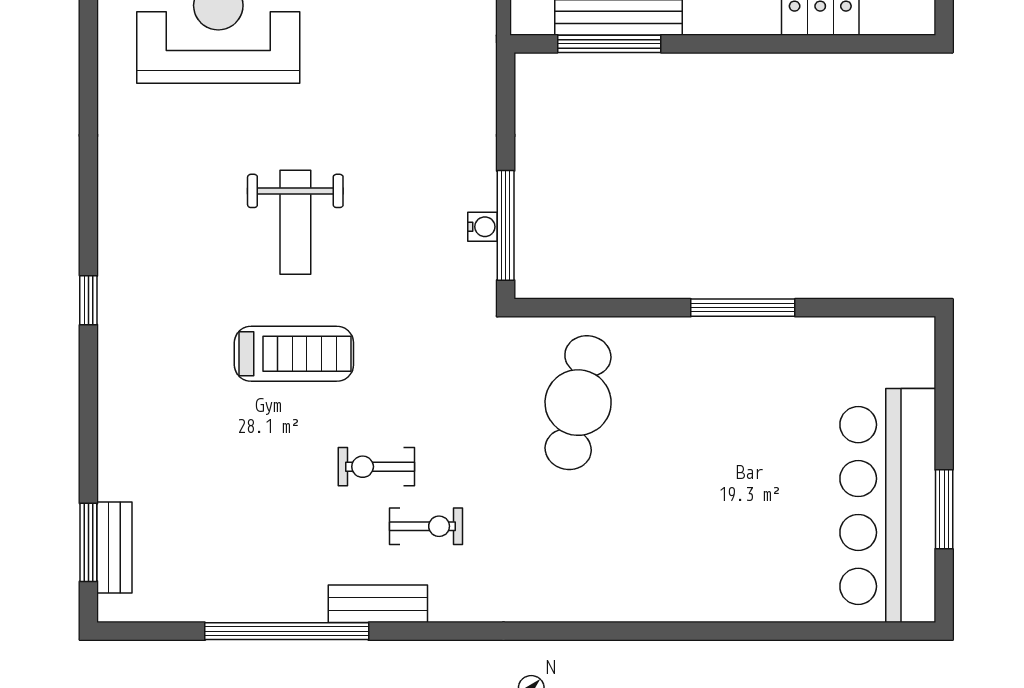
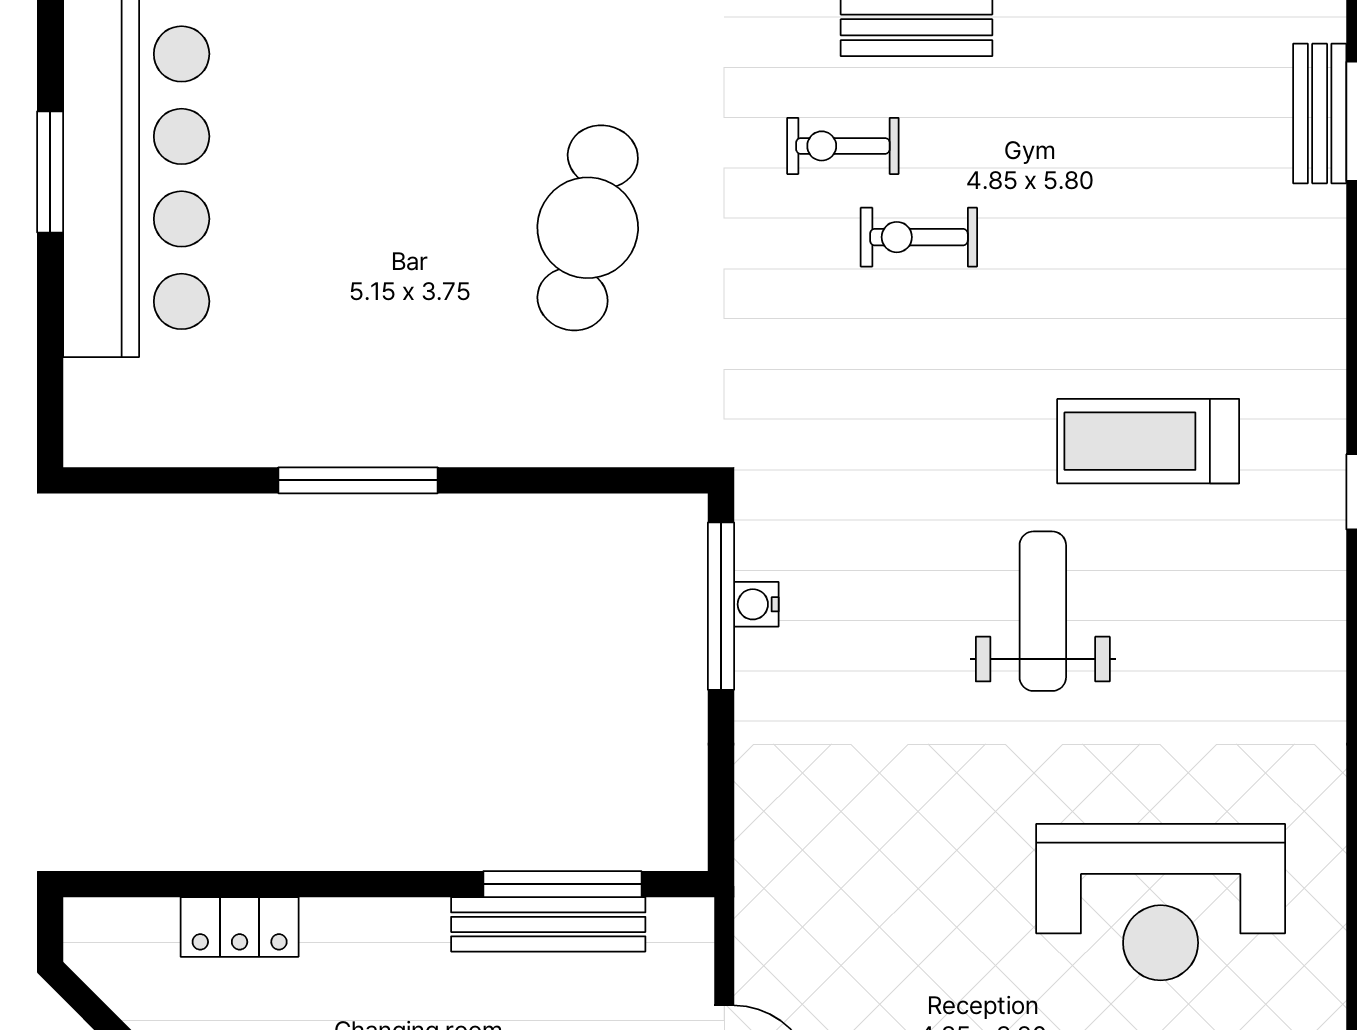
treadmill: (294, 354) -> (1148, 441), moved
cafe table: (578, 403) -> (588, 228), moved
exercise bike: (376, 467) -> (919, 237), turned 180

